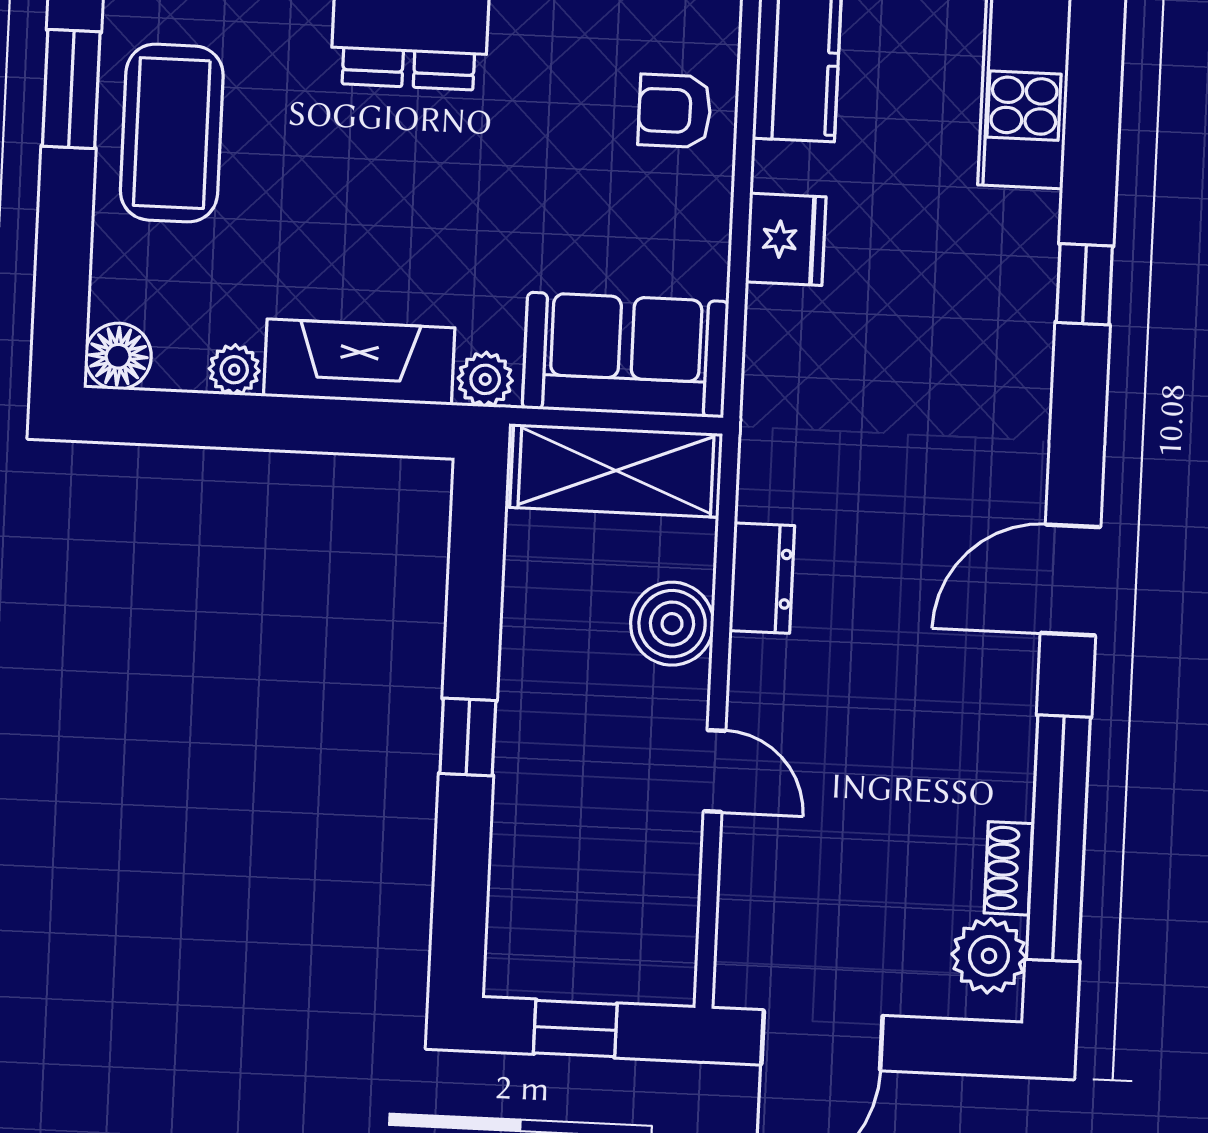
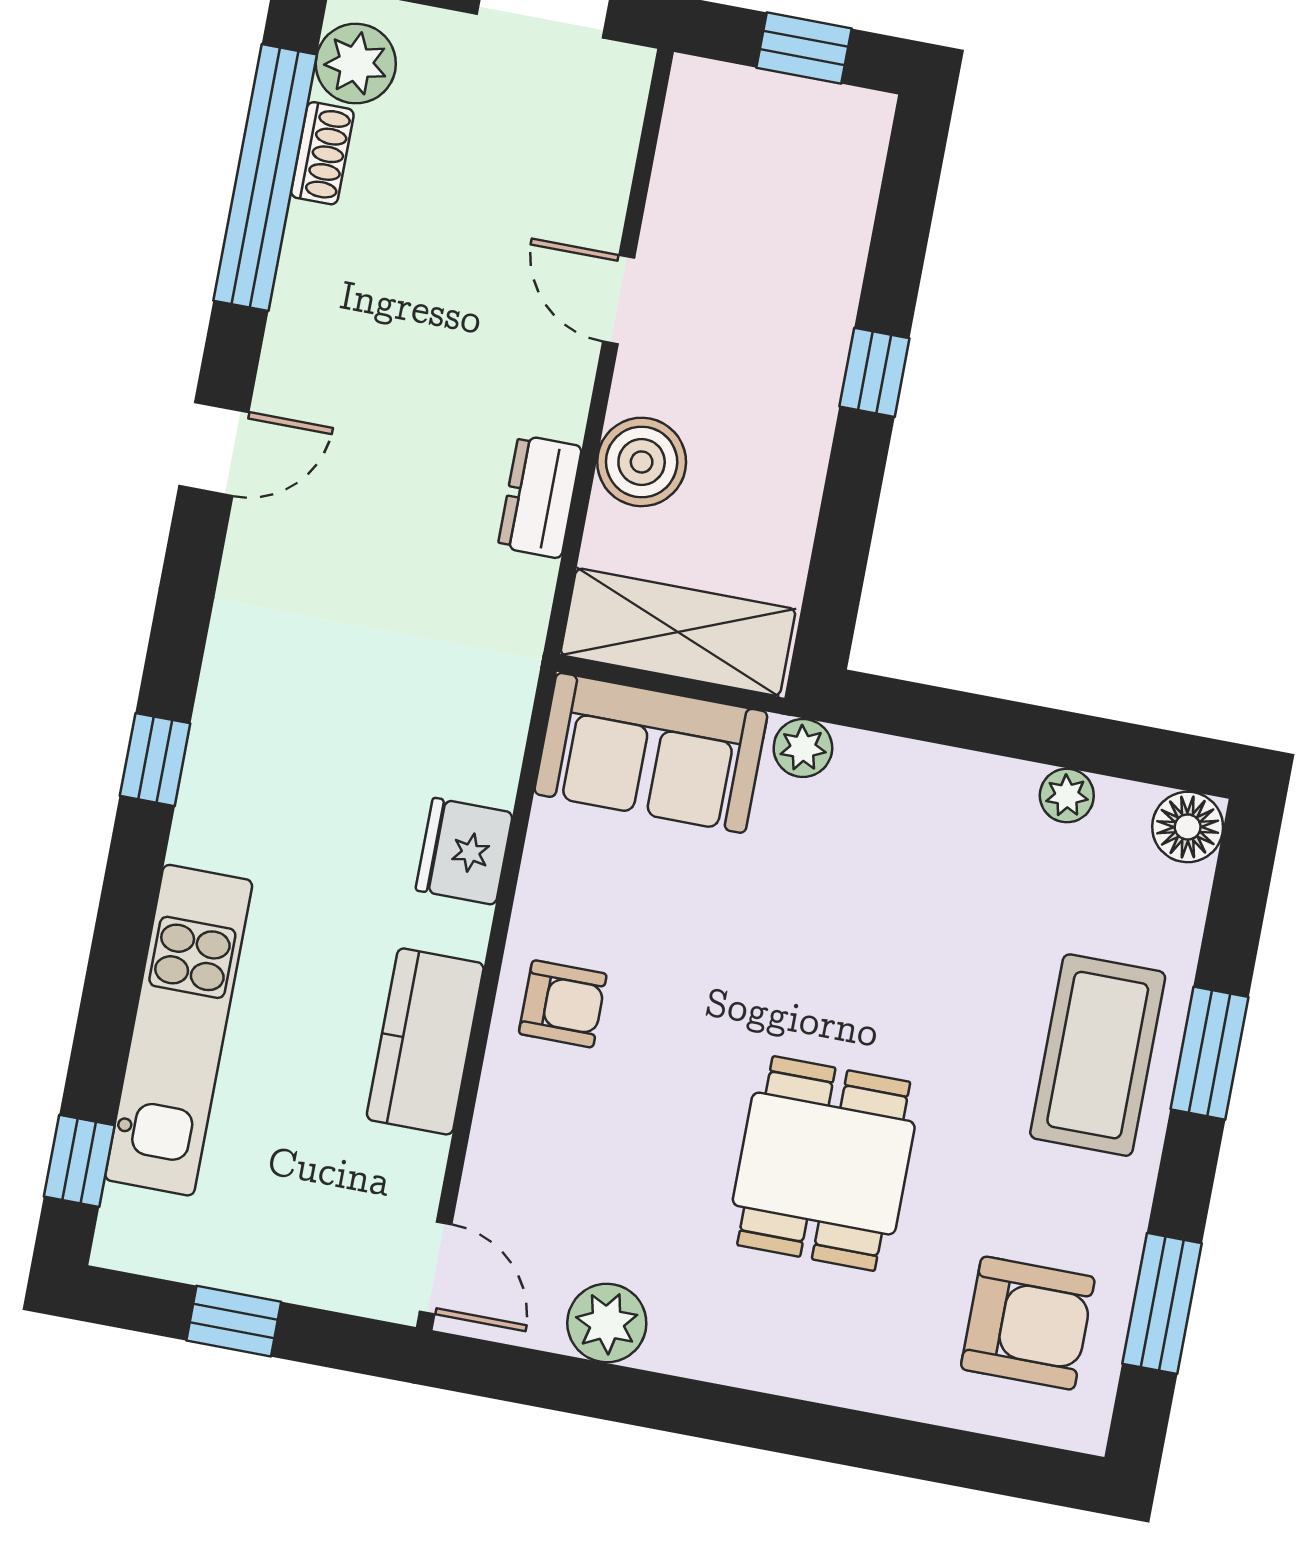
window: (71, 89) -> (1209, 1053), moved
fireplace: (359, 362) -> (934, 785), removed
door: (1070, 580) -> (214, 449), width x0.73

